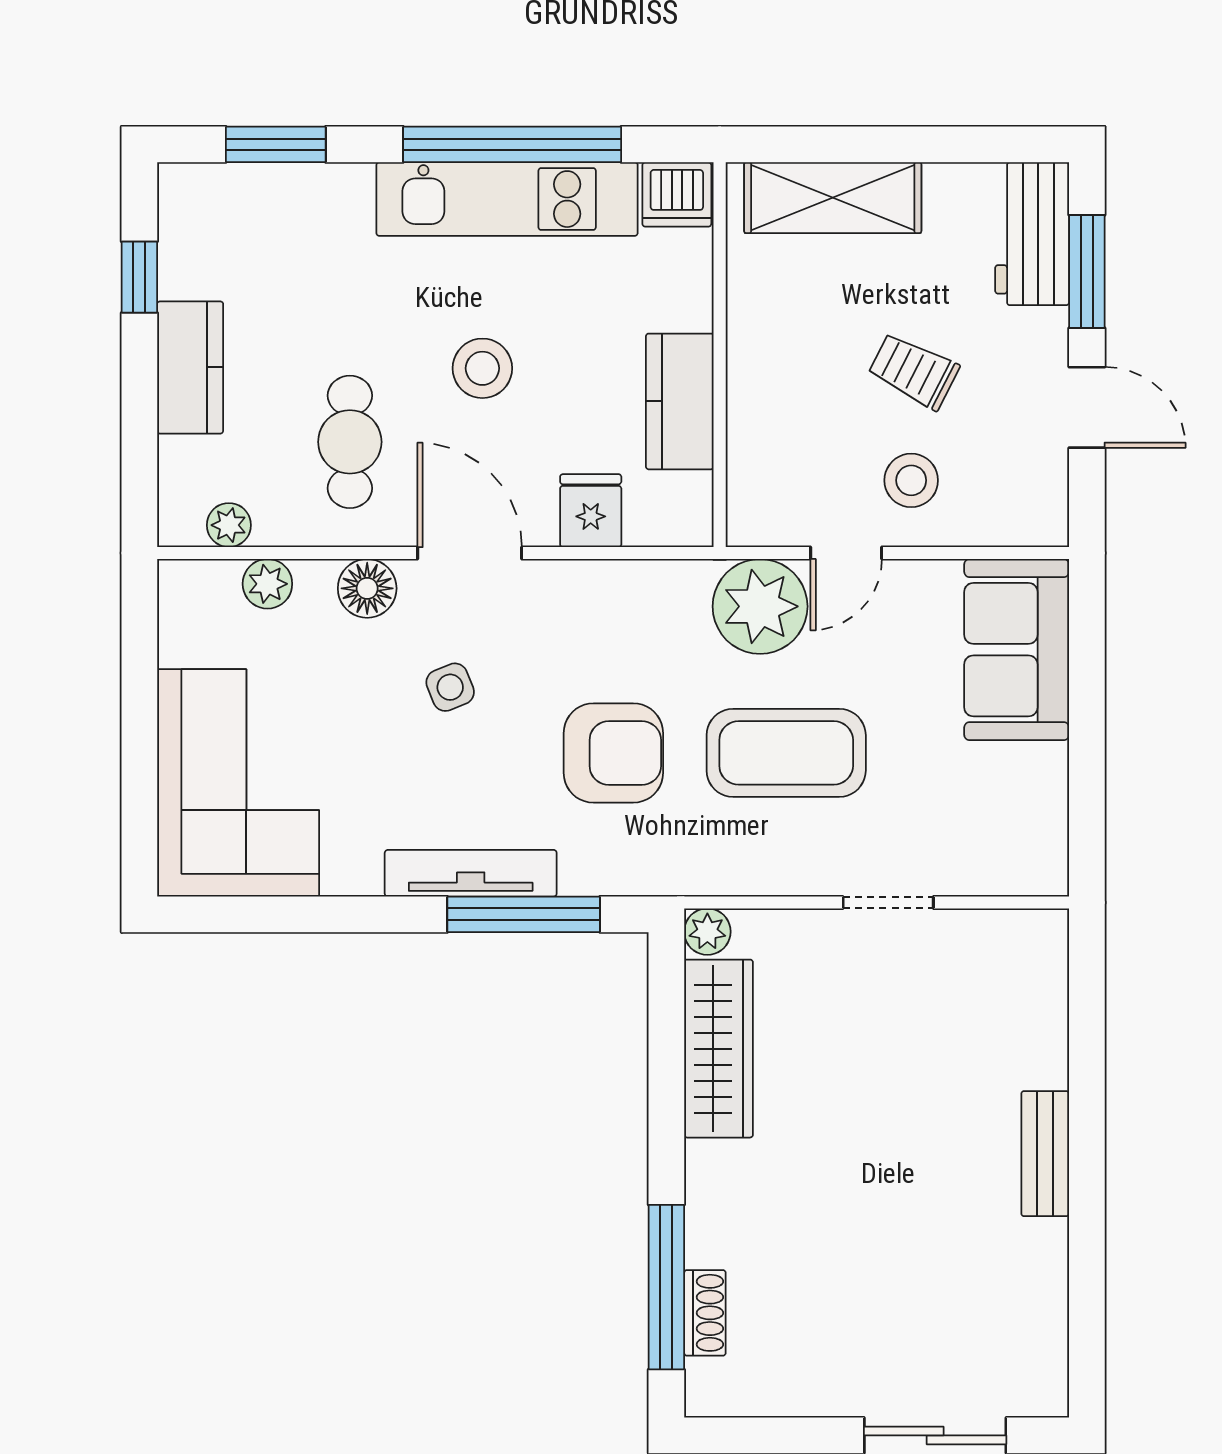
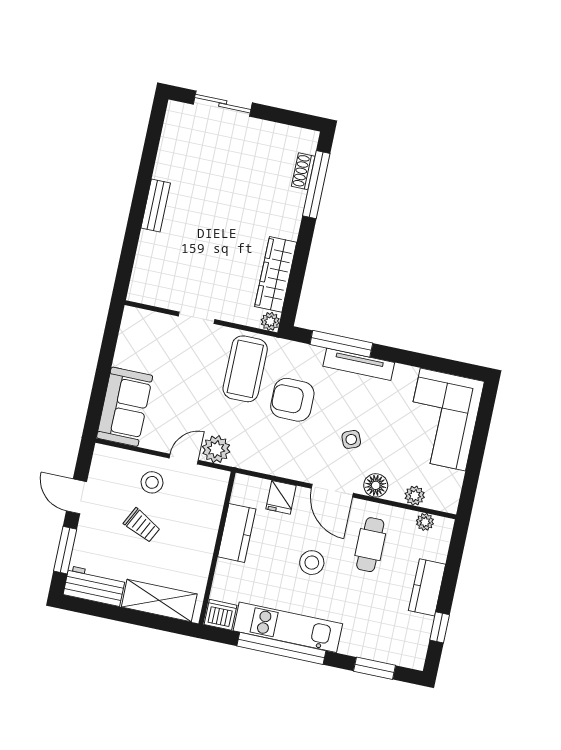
workbench: (1032, 234) -> (94, 586), moved, turned -90
plant: (760, 606) -> (216, 449), width x0.73, depth x0.73
coffee table: (786, 753) -> (245, 369), moved, turned 90

